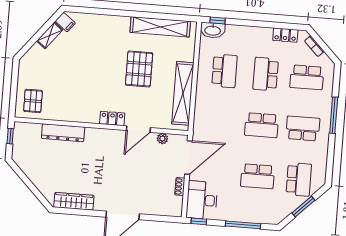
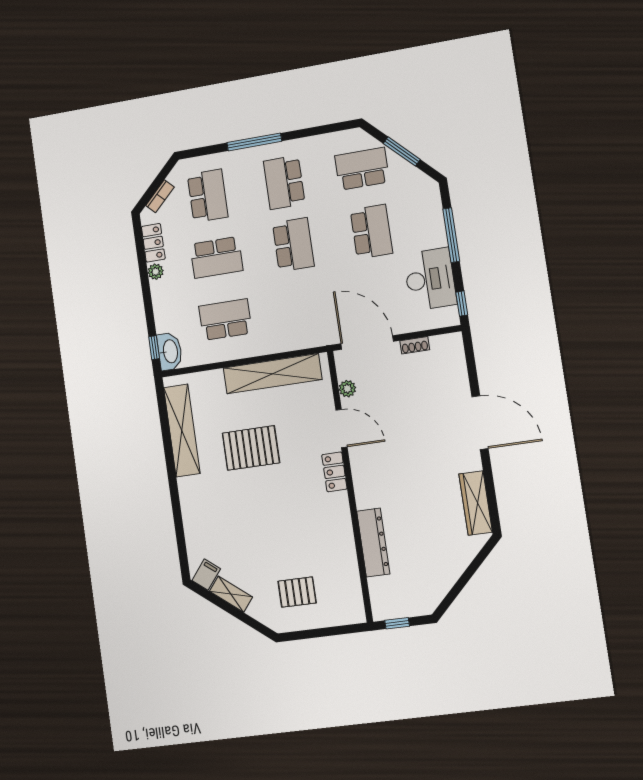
plant: (266, 32) -> (156, 272), added
pallet: (33, 101) -> (297, 592), moved
desk: (202, 200) -> (430, 279), moved, turned -90

